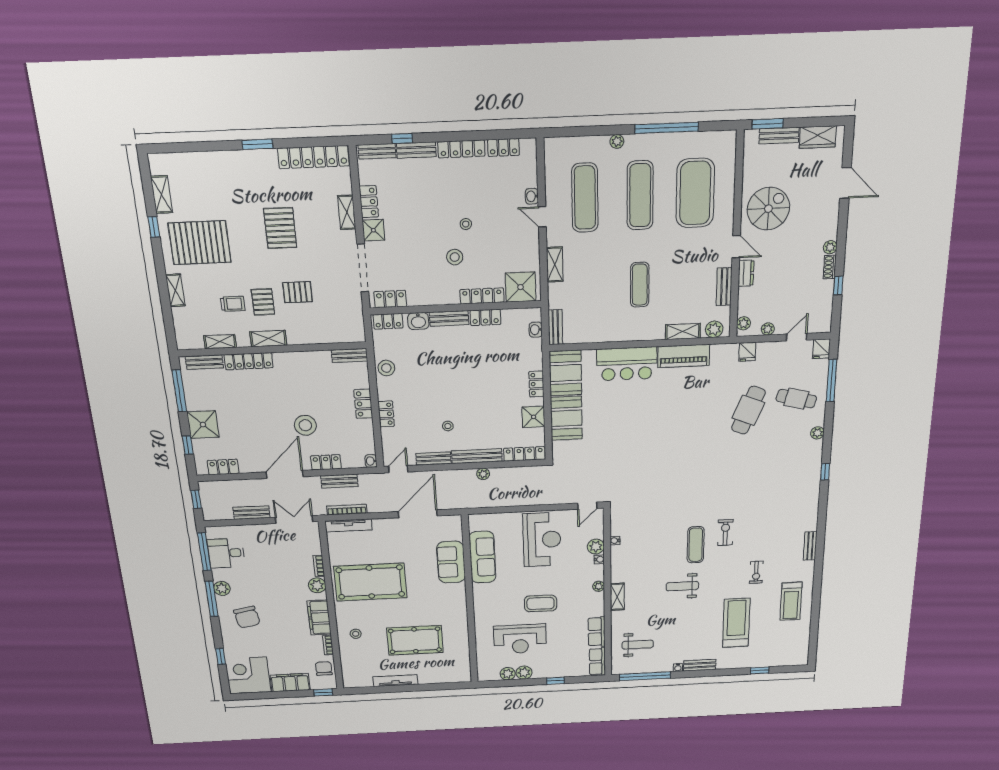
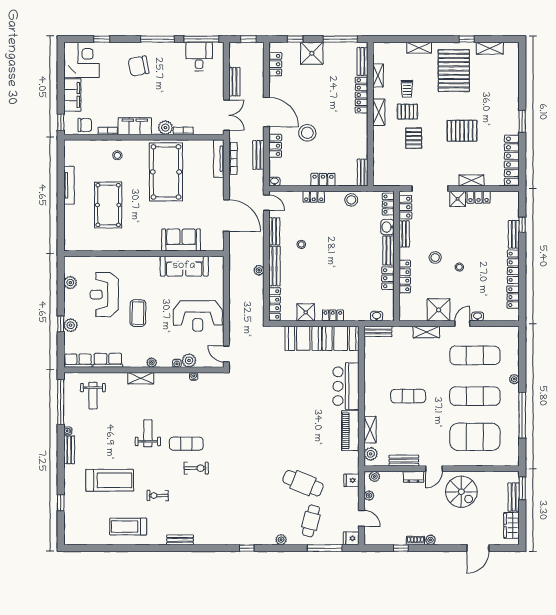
bench: (377, 151) -> (404, 234), moved
shower: (521, 287) -> (439, 310), moved
plant: (222, 588) -> (167, 49), removed
plant: (524, 673) -> (71, 325), moved

